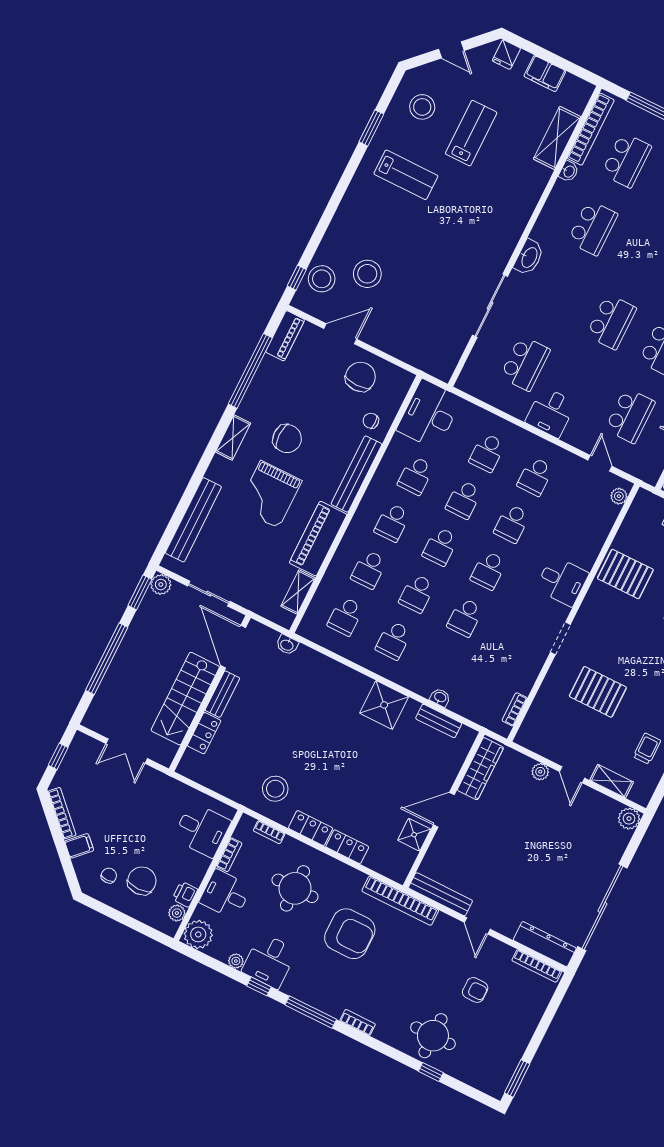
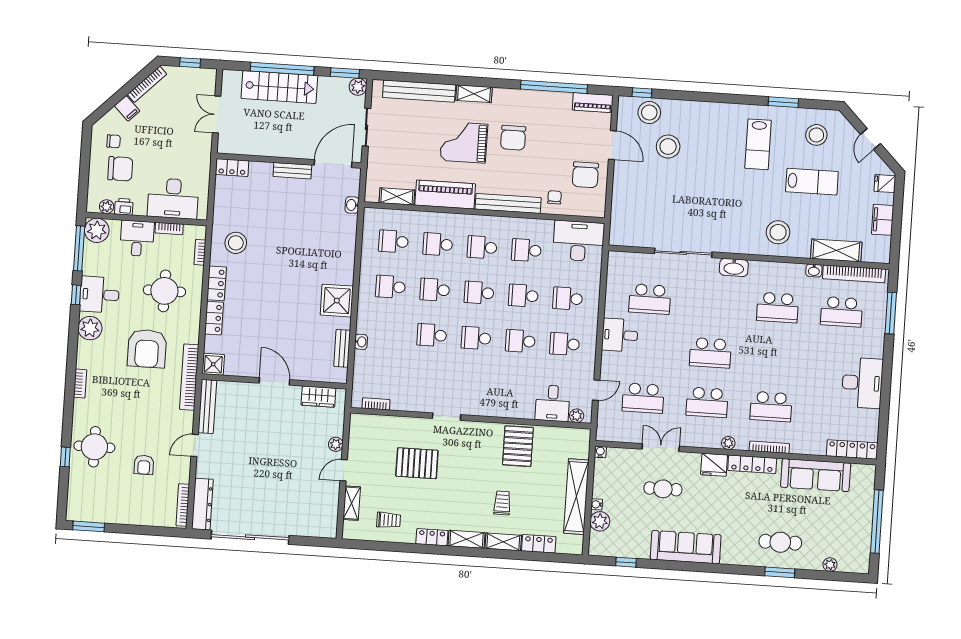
stool: (511, 193) -> (778, 232), added
chair: (360, 377) -> (585, 175), turned 90
shelving: (233, 438) -> (474, 94), moved
desk: (562, 581) -> (553, 403), moved
pallet: (598, 692) -> (417, 463), turned 90
stairs: (185, 699) -> (279, 87), moved, turned 180
locker: (204, 733) -> (232, 168), moved
wardrobe: (480, 769) -> (318, 397), width x0.67
plant: (629, 819) -> (328, 529), removed
desk: (202, 830) -> (173, 199), width x1.37
shower: (414, 835) -> (213, 364), moved
plant: (236, 961) -> (90, 328), moved, width x1.88, depth x1.88
window: (311, 1012) -> (79, 248), moved

